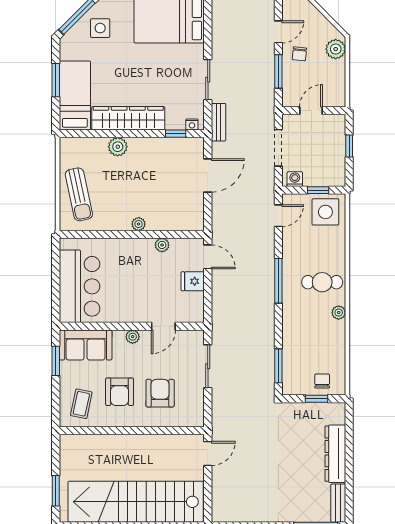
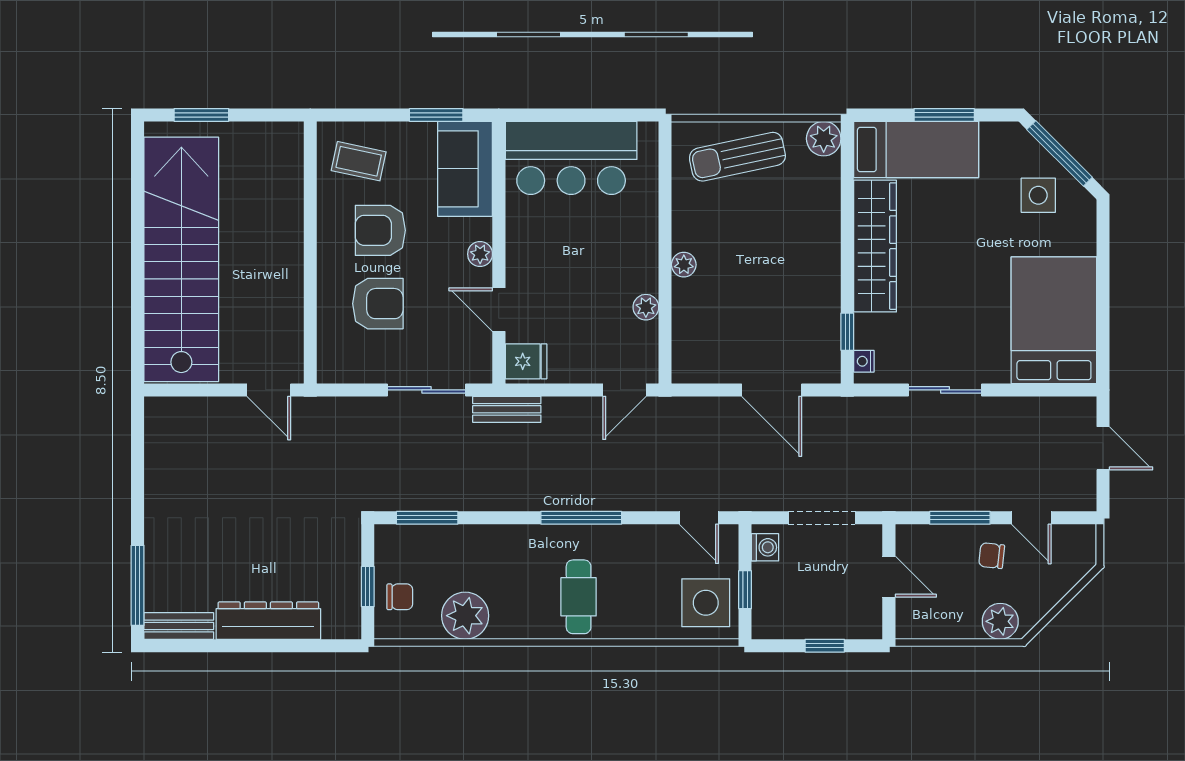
bench: (218, 122) -> (507, 409), moved
plant: (118, 147) -> (824, 139), moved
fridge: (193, 281) -> (526, 361), moved, turned 90
plant: (339, 313) -> (465, 616), moved, width x1.88, depth x1.88

